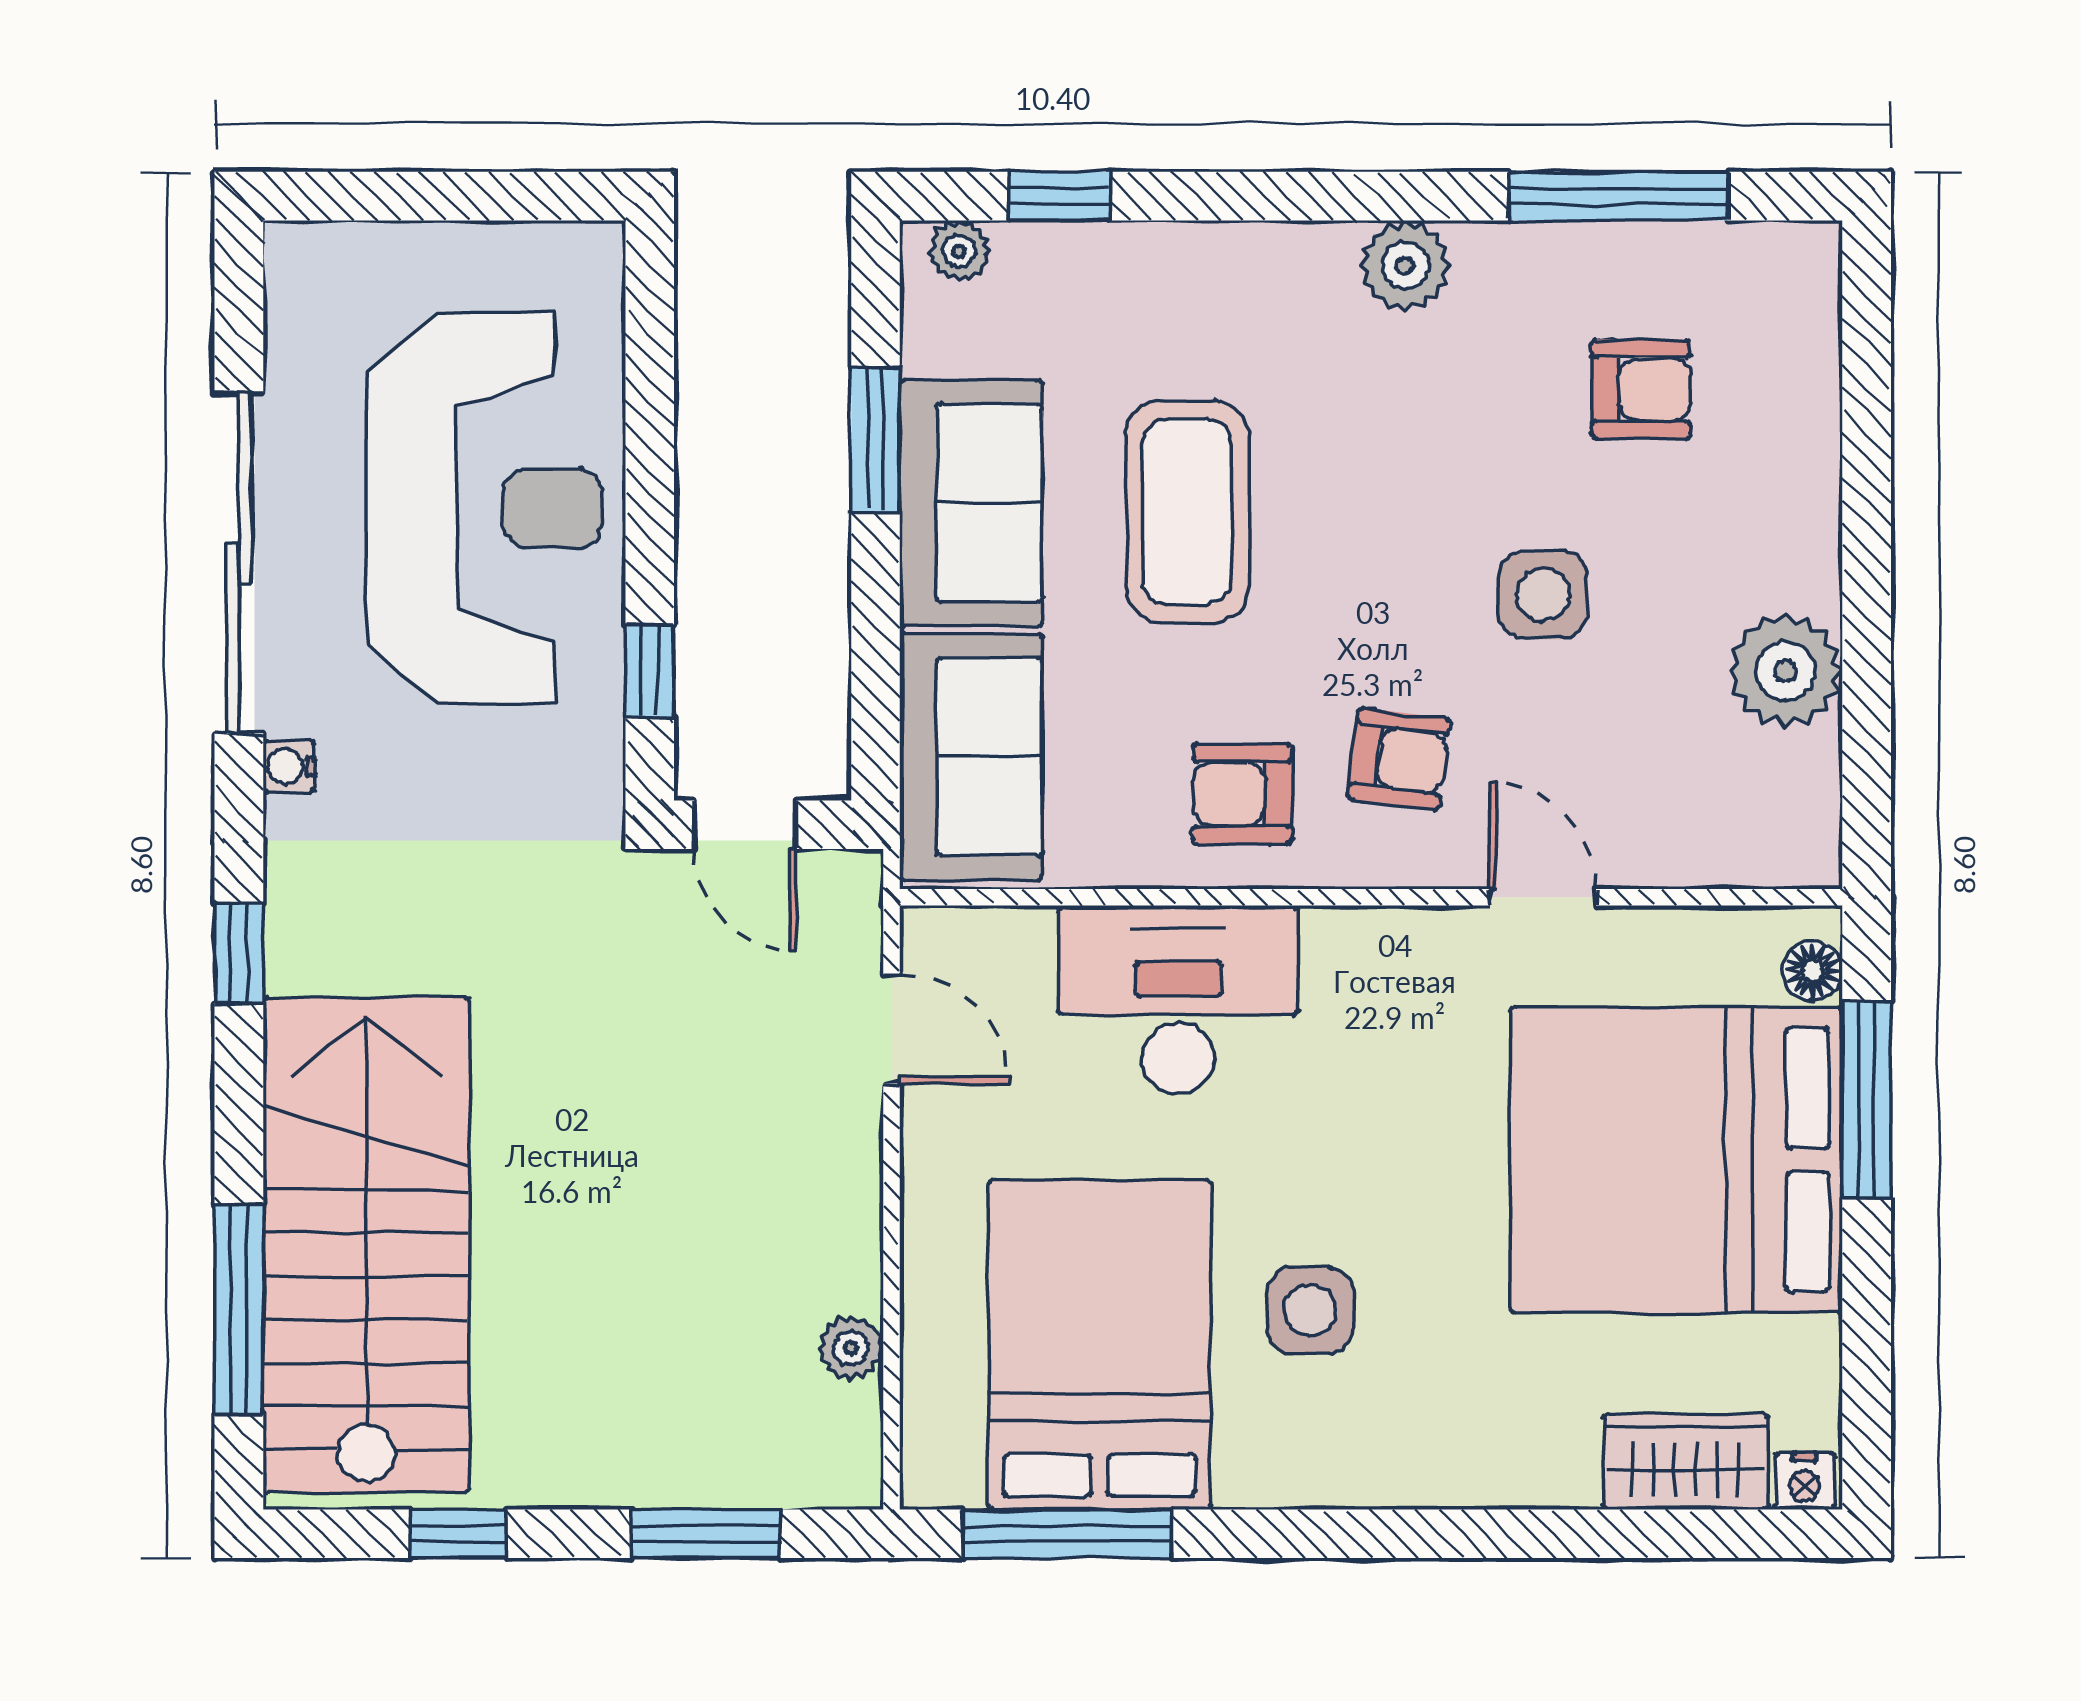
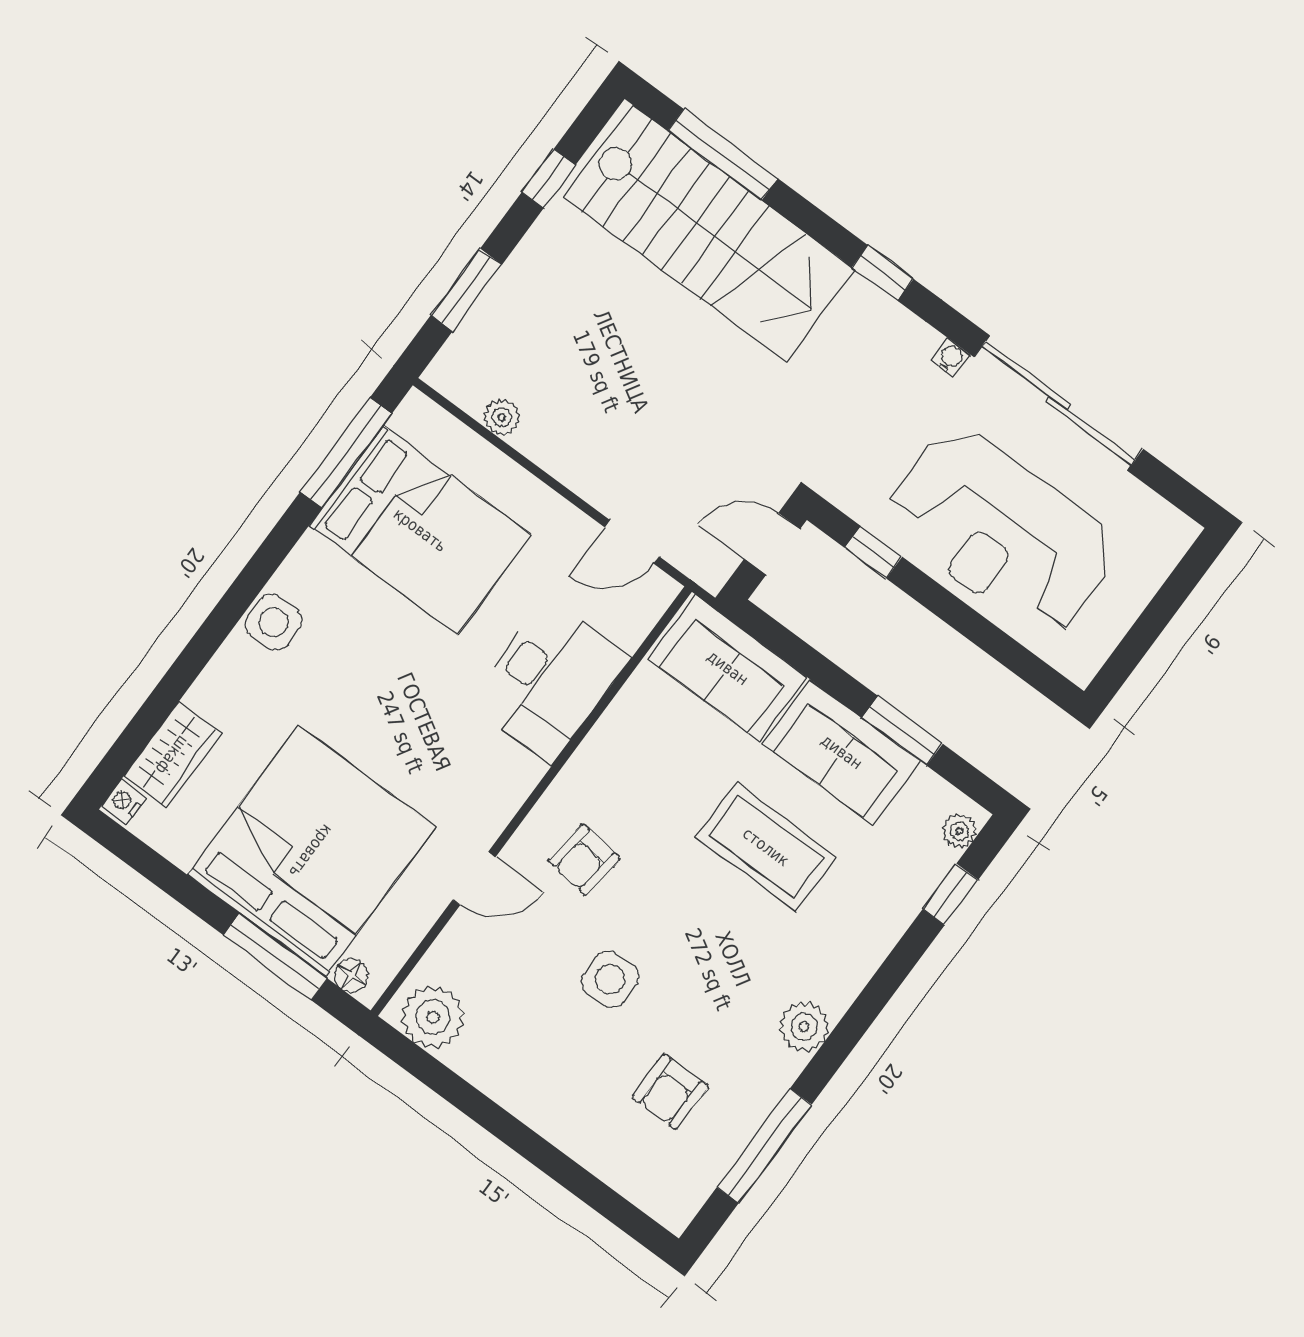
plant: (1786, 671) -> (433, 1017), moved
armchair: (1243, 794) -> (620, 778), removed
side table: (1310, 1310) -> (274, 622), moved

